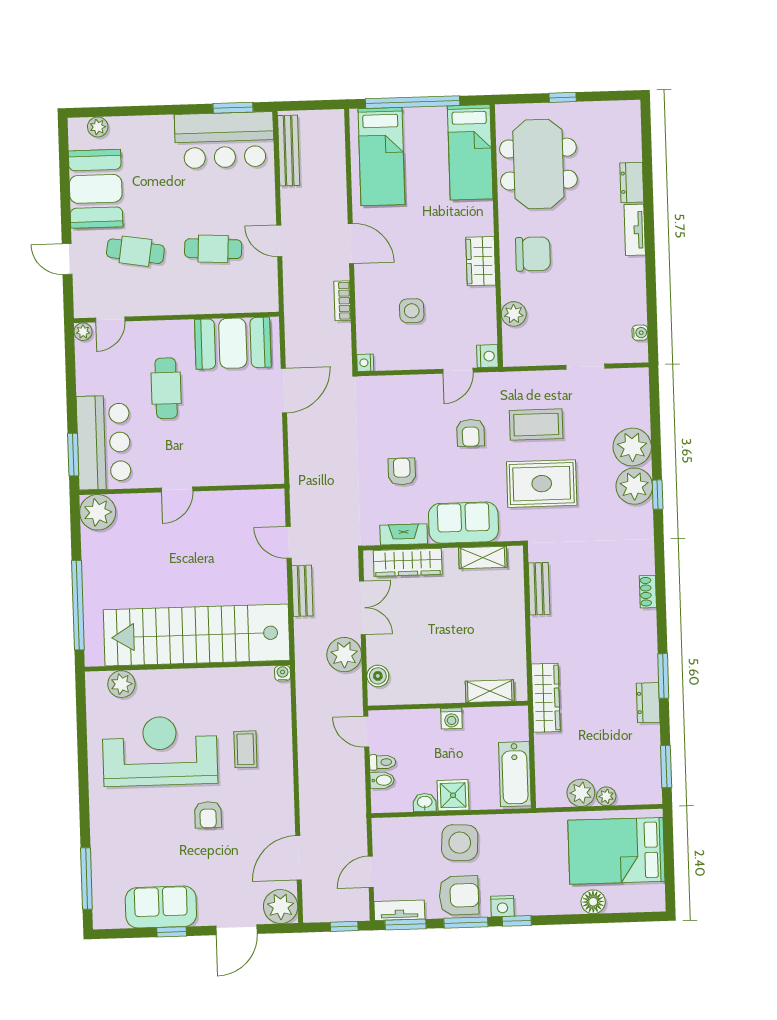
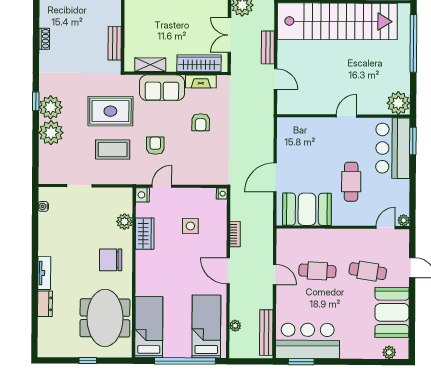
plant: (337, 159) -> (235, 326), added
wardrobe: (481, 261) -> (145, 234), moved

